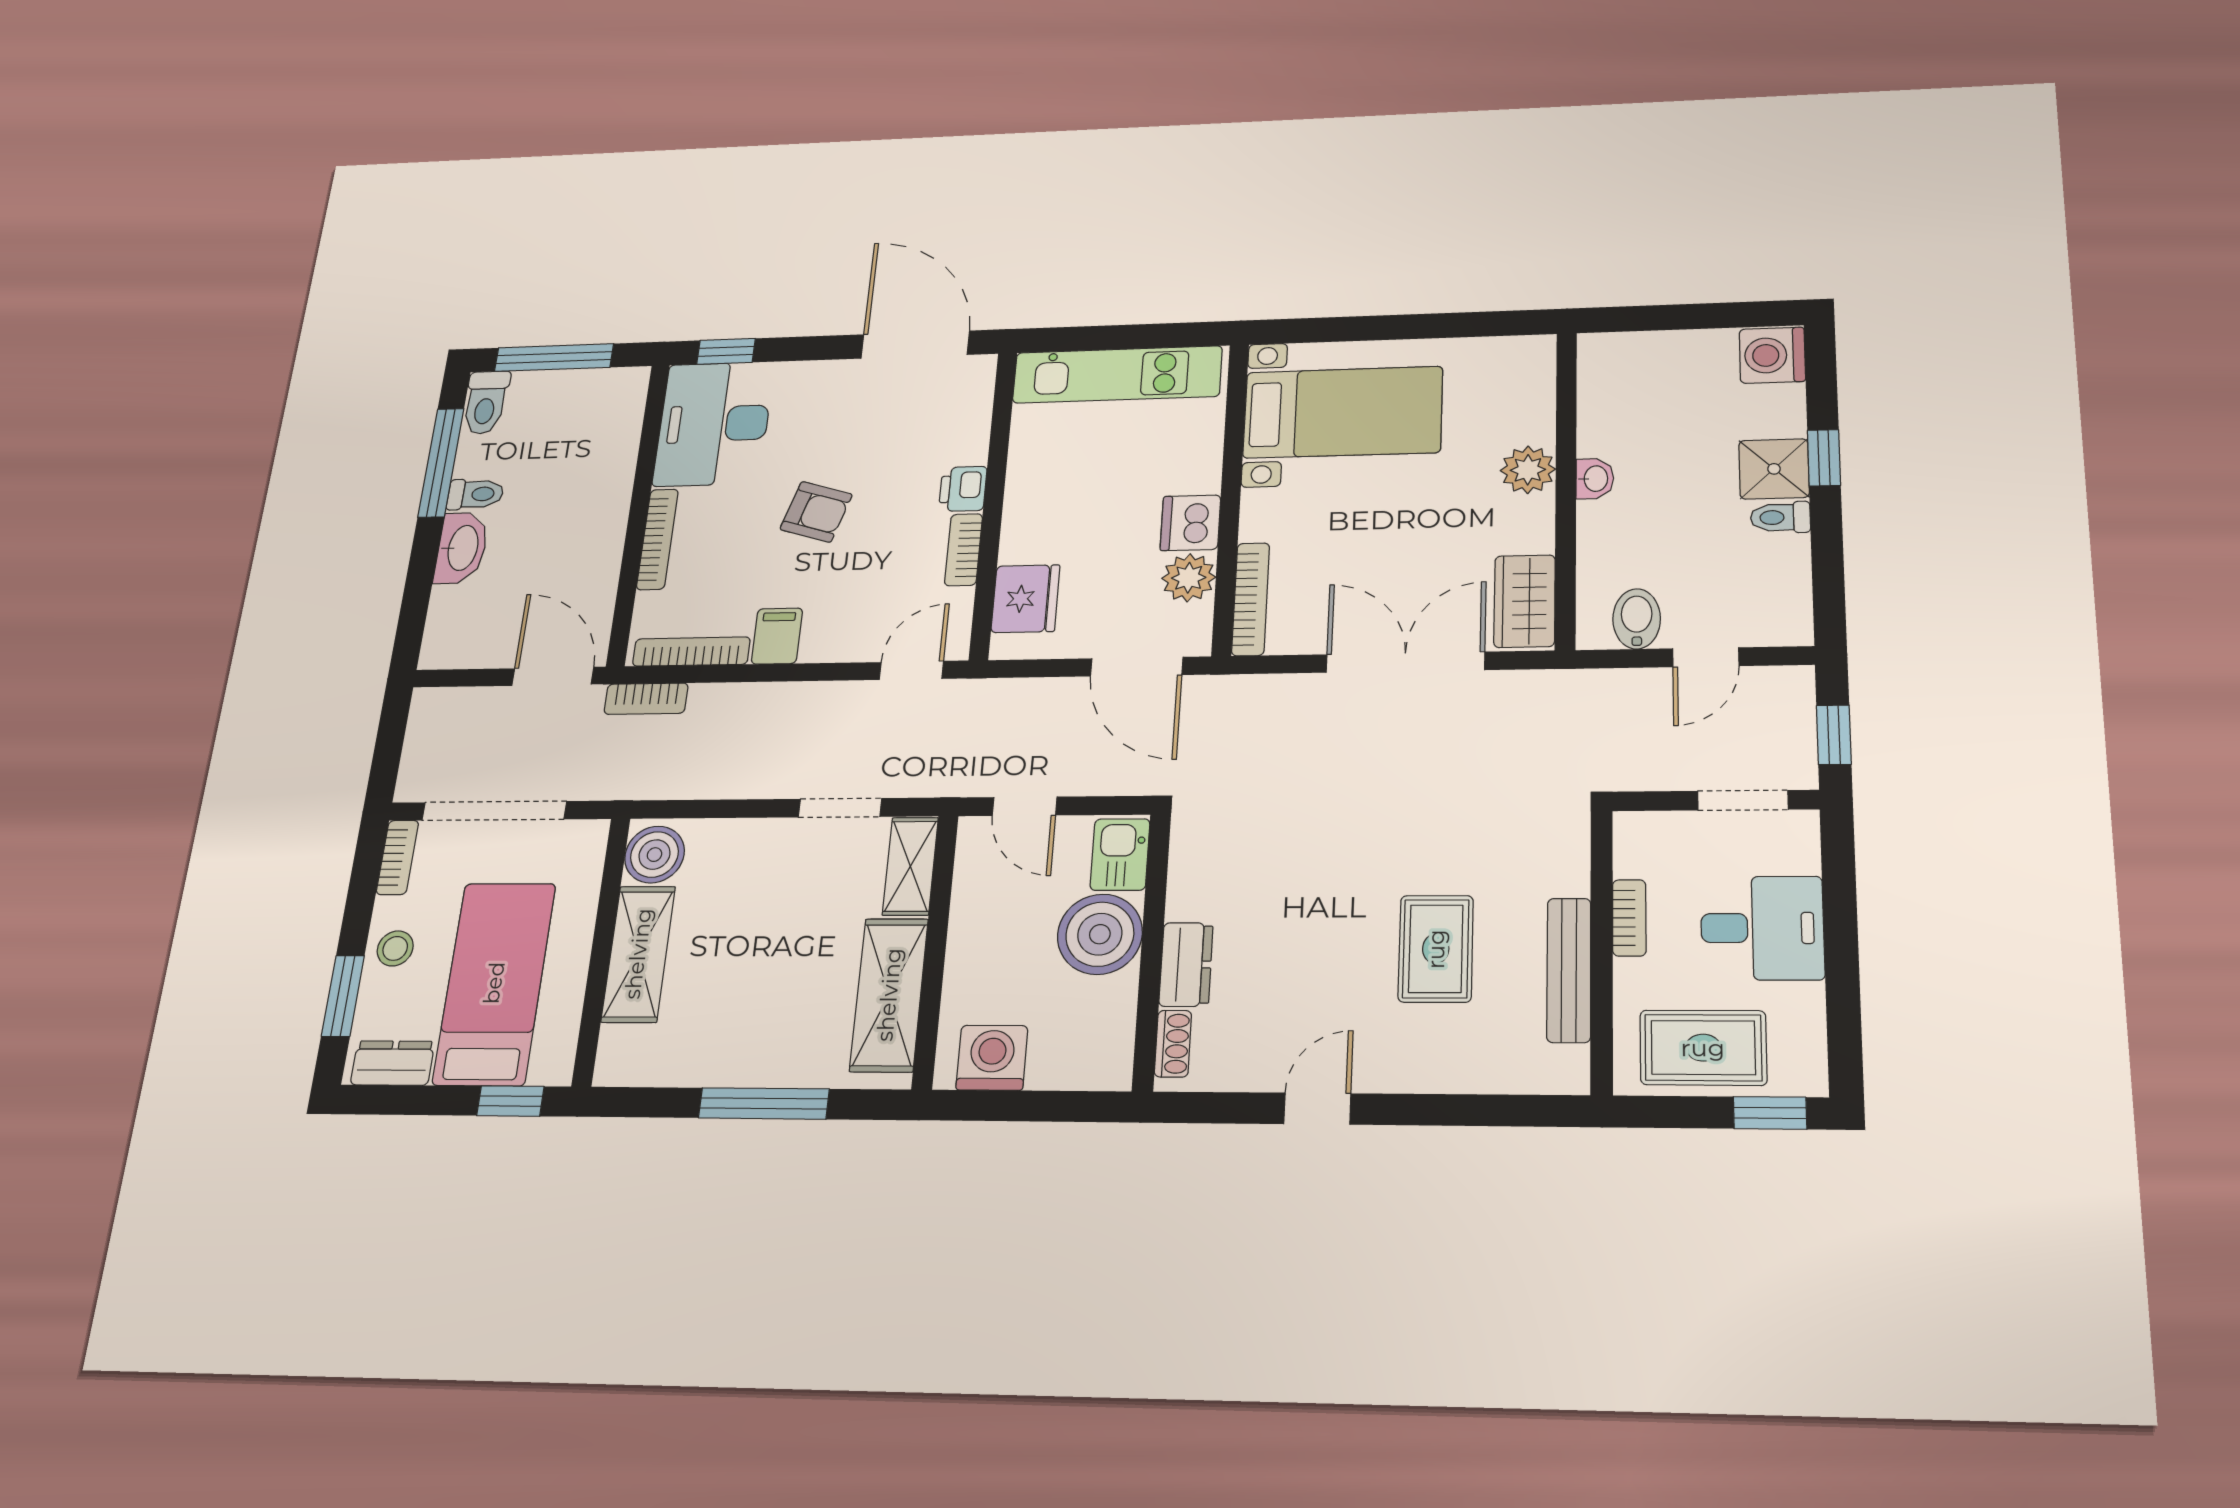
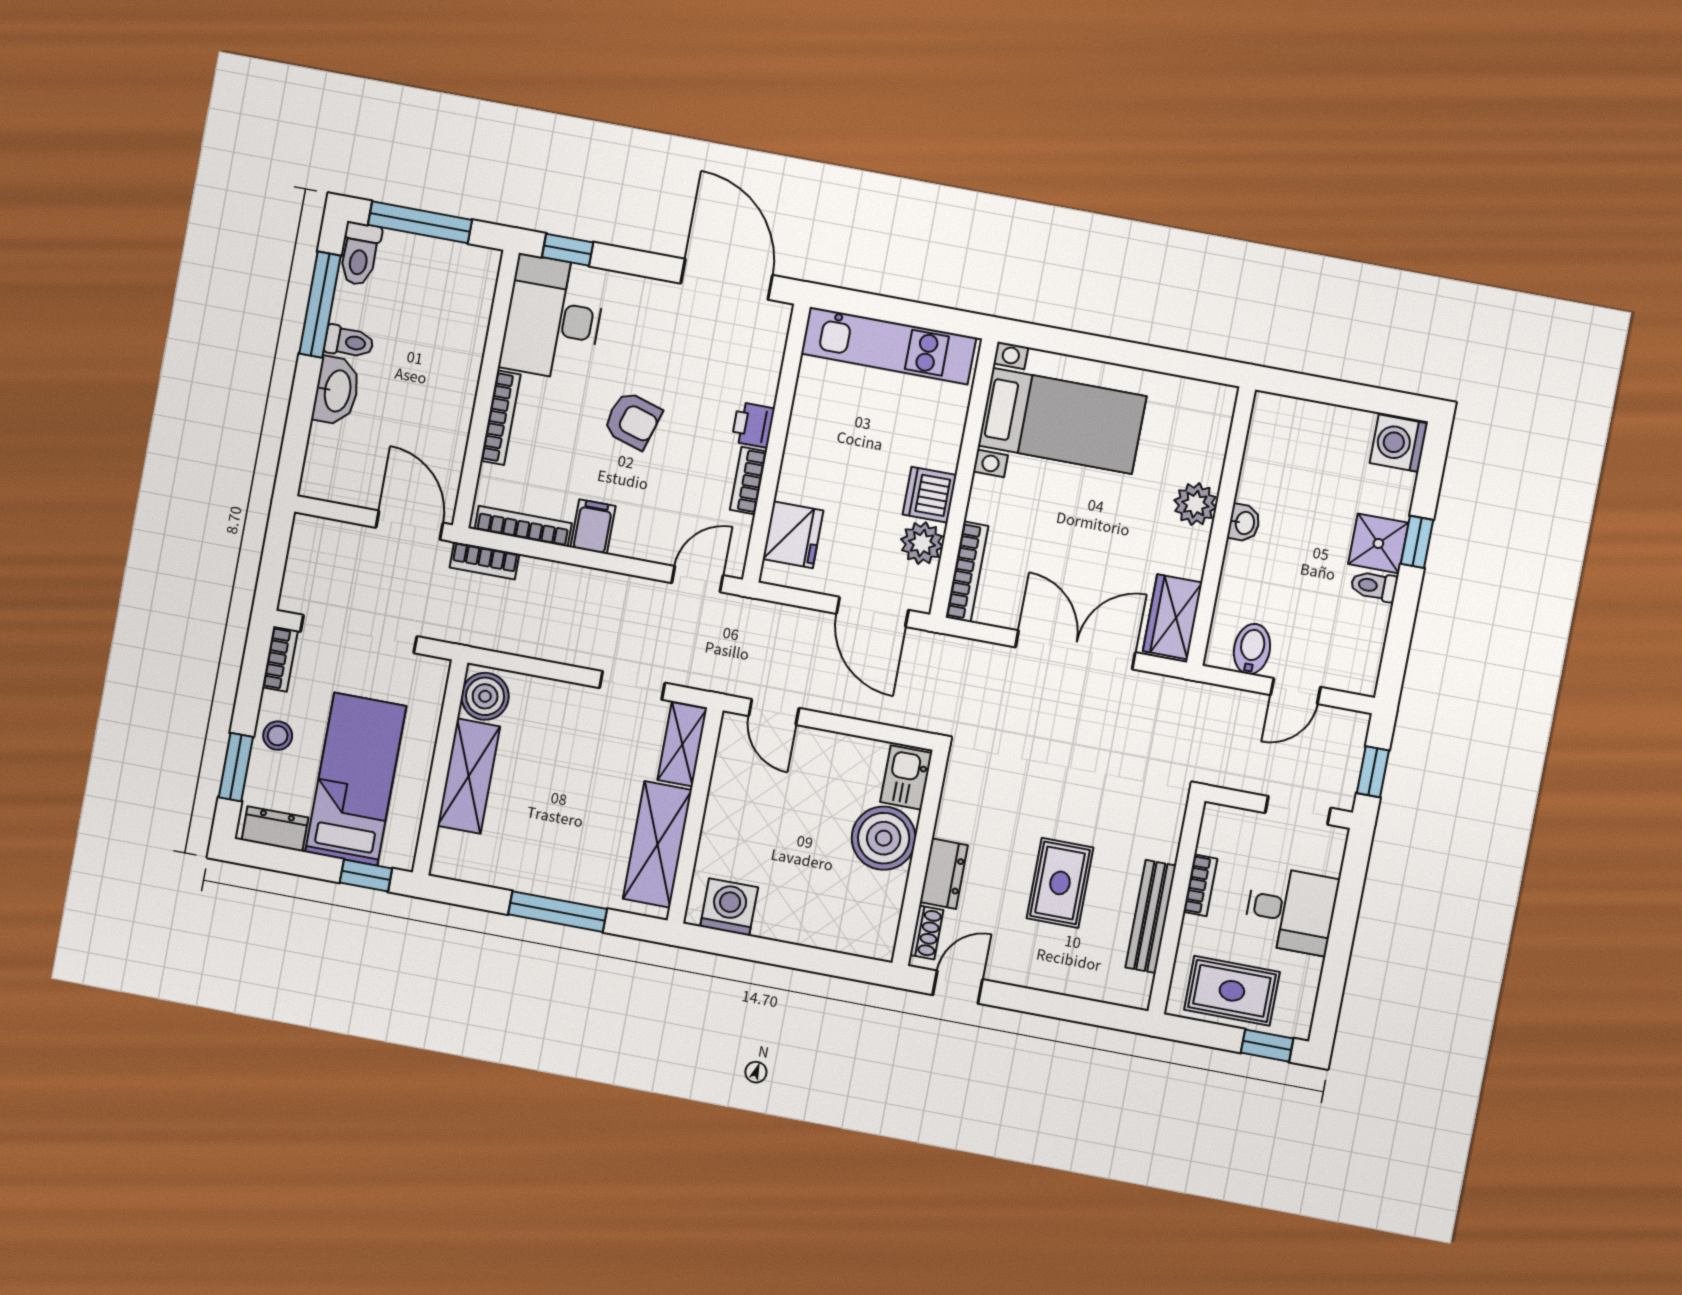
kitchen sink: (1120, 854) -> (906, 778), moved
boiler: (1100, 934) -> (884, 838), moved
wall: (1152, 950) -> (920, 858), moved
dresser: (1186, 964) -> (944, 874), moved
shoe rack: (1173, 1044) -> (927, 933), moved

